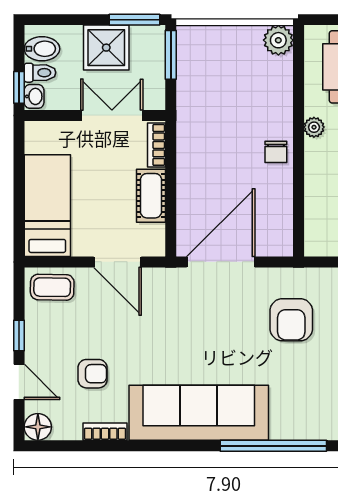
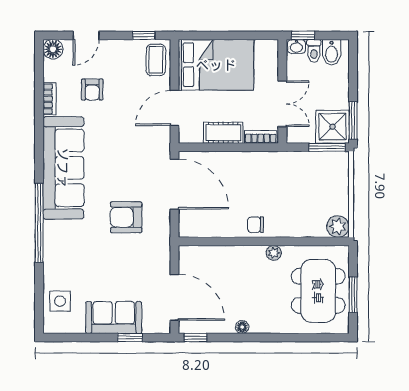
shower: (106, 48) -> (332, 127), moved
bed: (47, 206) -> (216, 65), width x1.50
armchair: (291, 320) -> (126, 217), moved
window: (19, 336) -> (144, 35), moved

